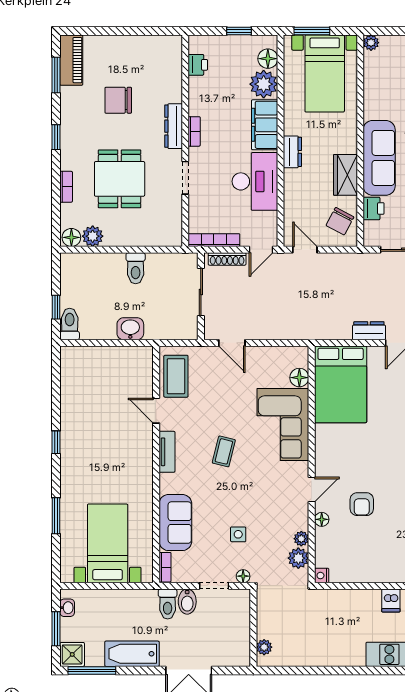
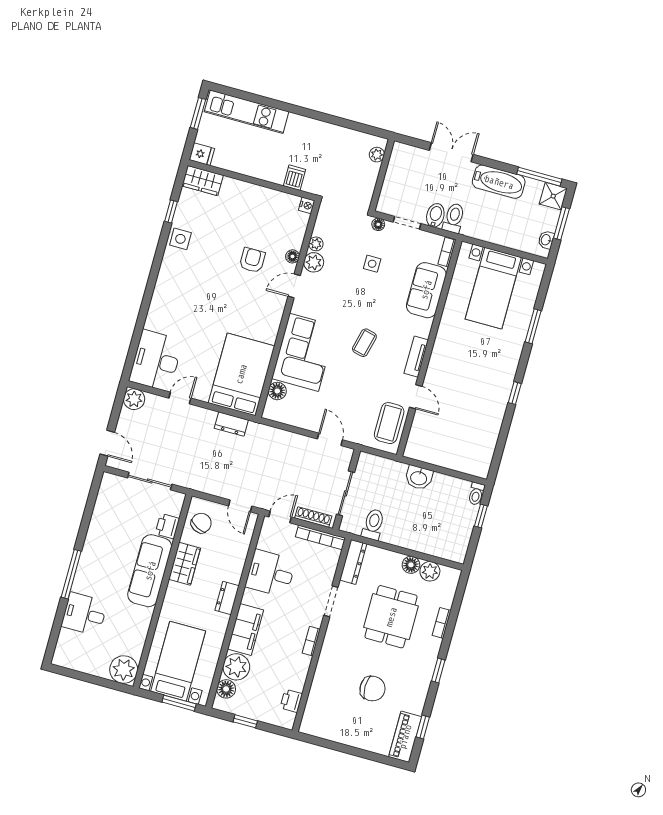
plant: (371, 43) -> (124, 670), width x1.87, depth x1.87
window: (56, 75) -> (423, 727), width x0.67
dresser: (174, 126) -> (353, 562), moved
desk: (255, 181) -> (271, 573), width x0.73
floor lamp: (71, 237) -> (411, 565), moved
toilet: (136, 268) -> (373, 524), moved
toilet: (70, 324) -> (476, 494), width x0.73, depth x0.72
dresser: (369, 331) -> (231, 424), moved
plant: (298, 558) -> (314, 262), moved
dishwasher: (391, 600) -> (295, 178), moved

